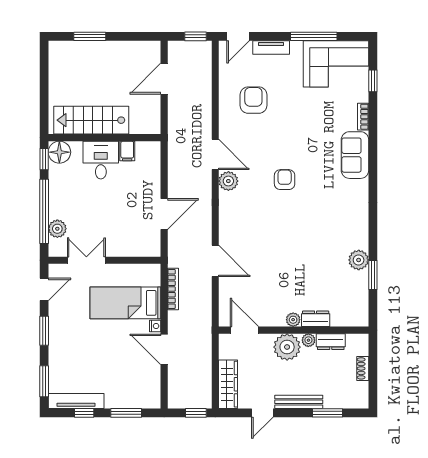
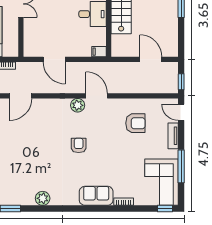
window: (373, 81) -> (165, 209), moved
filing cabinet: (127, 151) -> (99, 52), moved
door: (215, 154) -> (97, 96), swing flipped
armchair: (285, 180) -> (79, 145), turned -90
plant: (359, 260) -> (43, 198), moved

